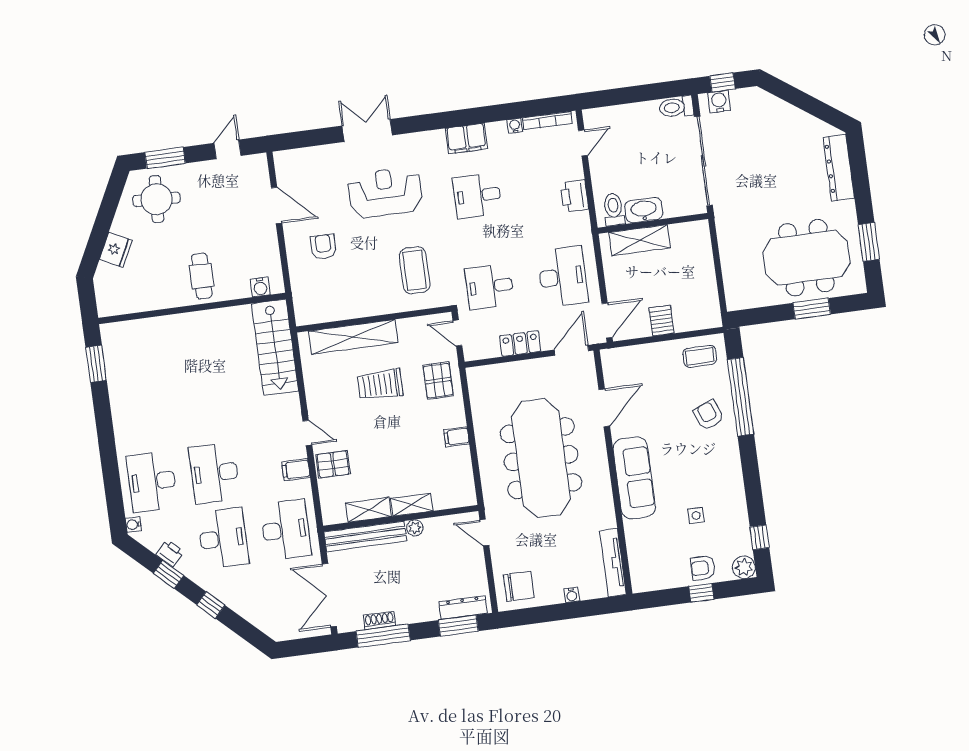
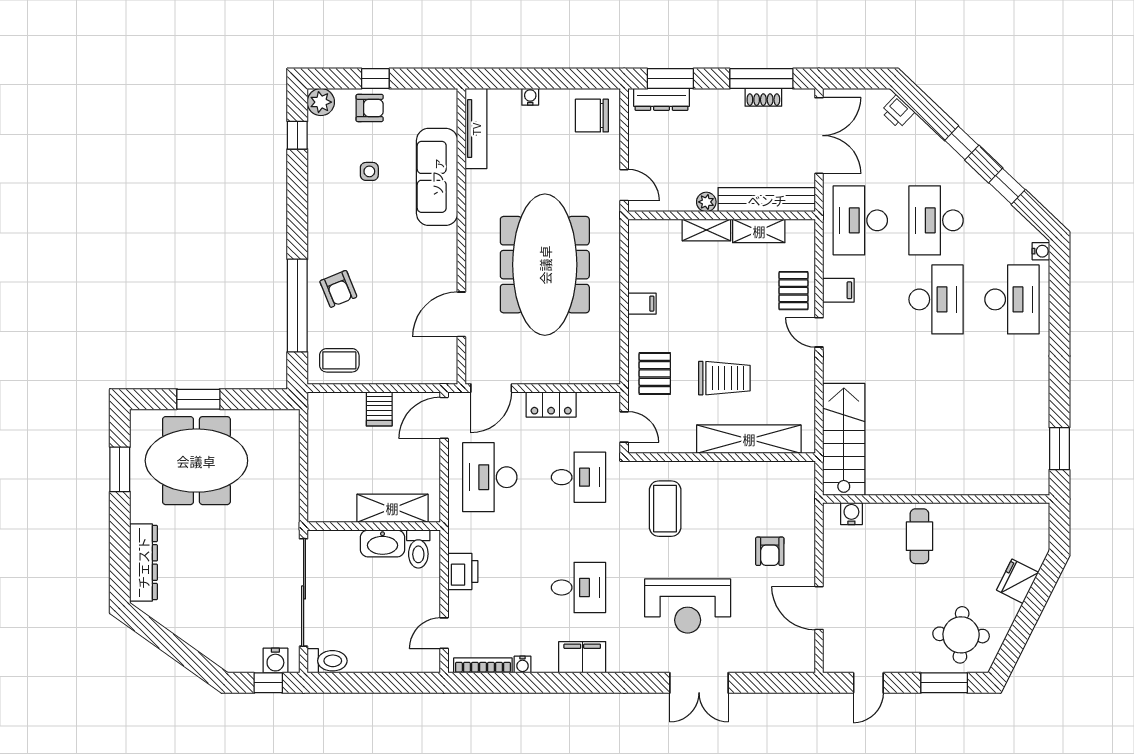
pallet: (333, 464) -> (793, 291), turned 90
sofa: (634, 478) -> (437, 177), moved
printer: (170, 553) -> (898, 112), moved

